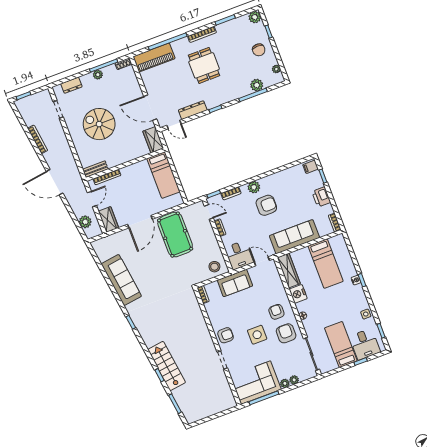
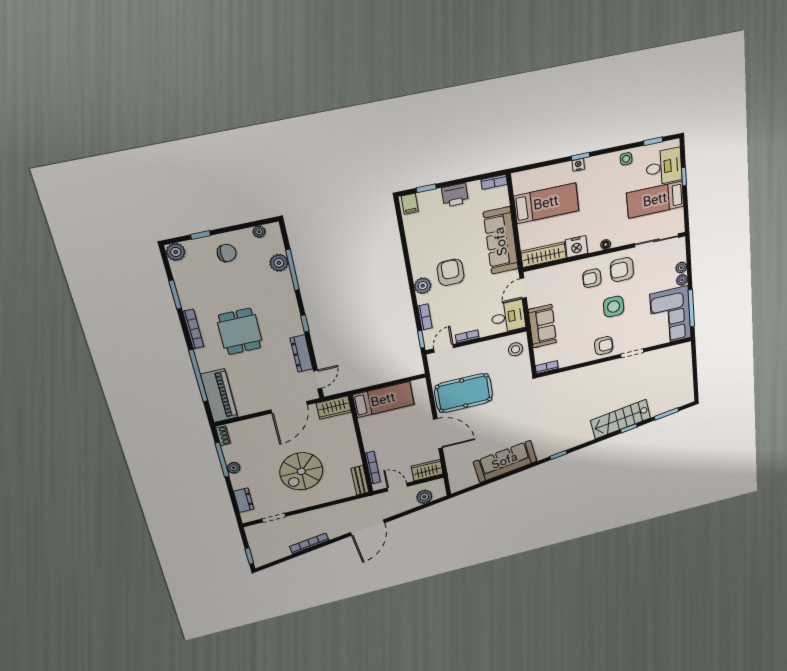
dining table: (204, 65) -> (240, 331), turned 90
armchair: (226, 335) -> (604, 346), turned 90

